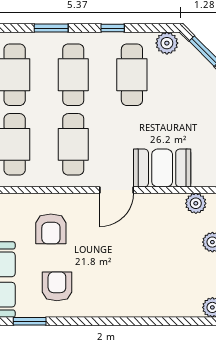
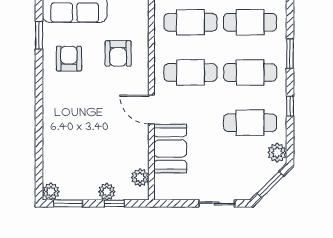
armchair: (51, 229) -> (118, 53), turned -90
armchair: (57, 286) -> (69, 59), turned -90

